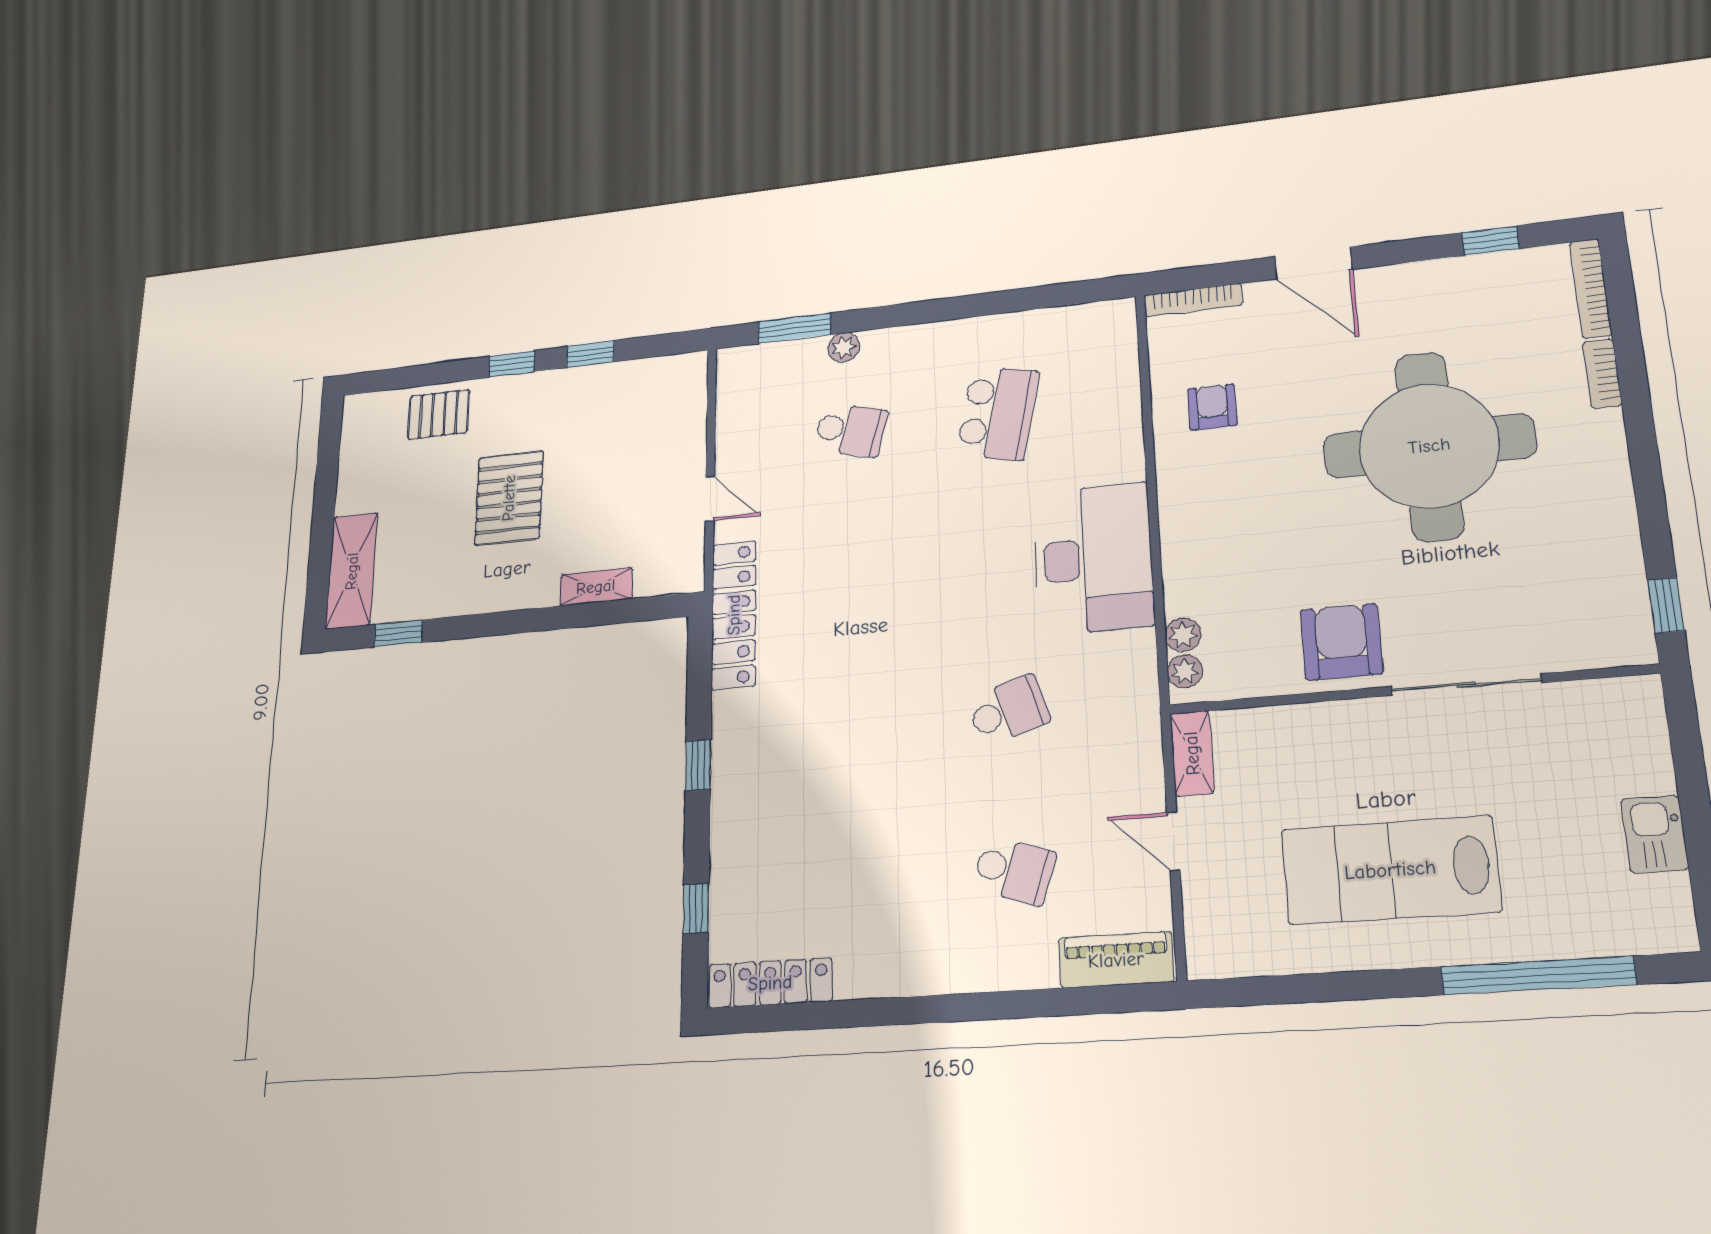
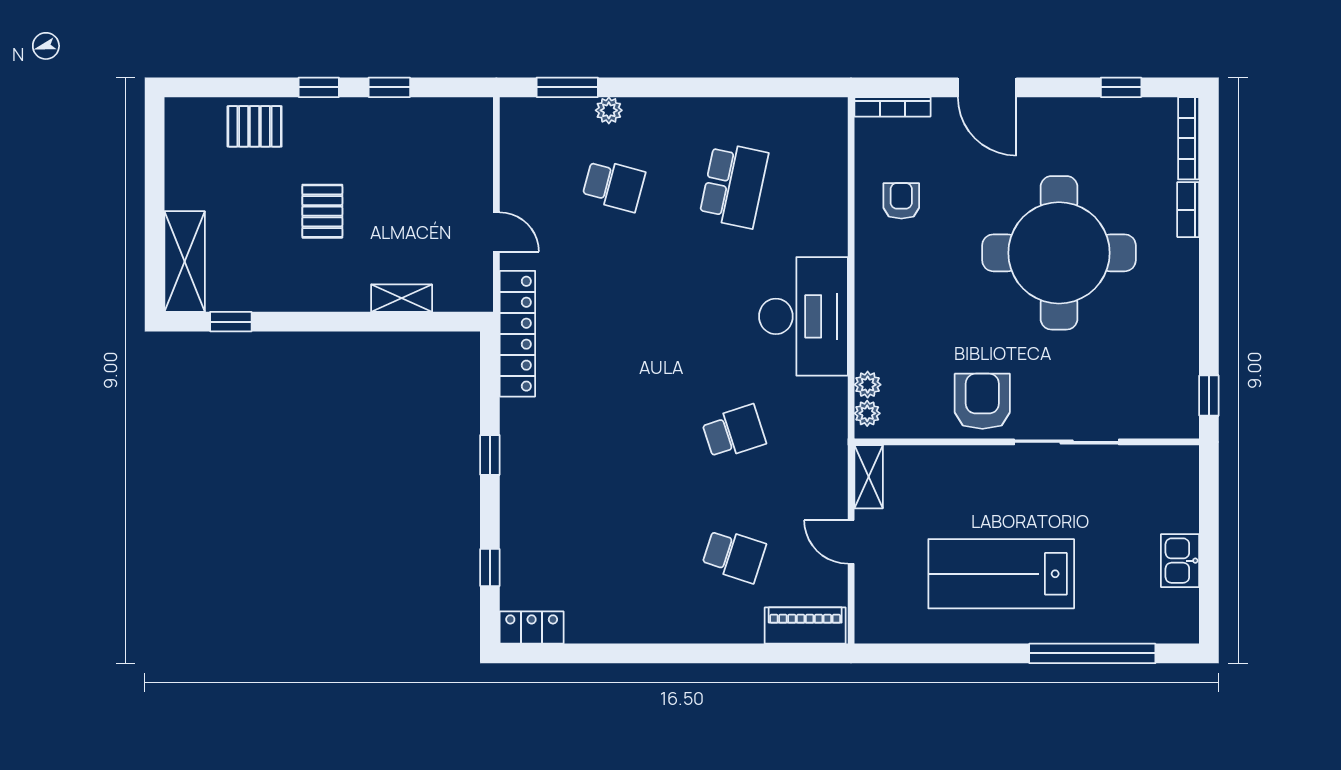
pallet: (509, 498) -> (322, 211), width x0.67, depth x0.71
locker: (770, 983) -> (532, 628), width x0.66

